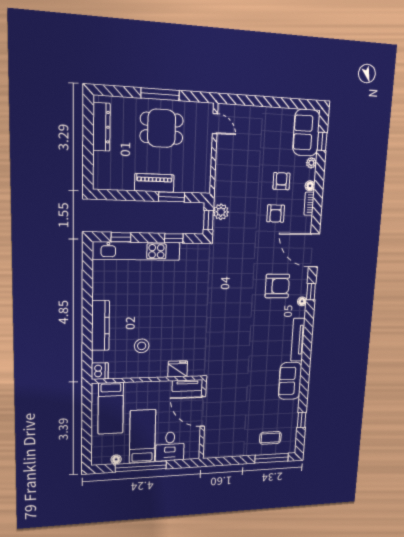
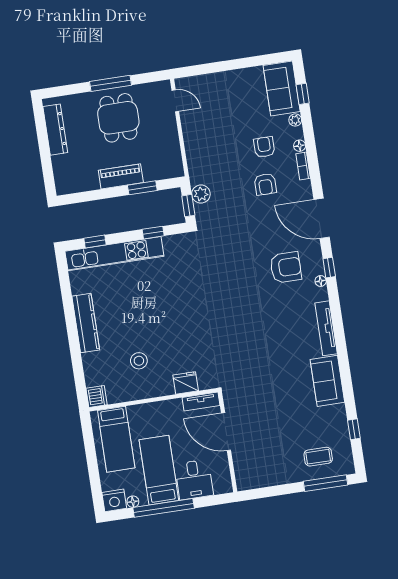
dining table: (162, 128) -> (118, 118), turned 90
kitchen counter: (100, 326) -> (86, 323), moved
nightstand: (101, 457) -> (114, 500), added

